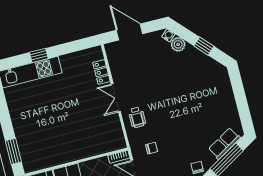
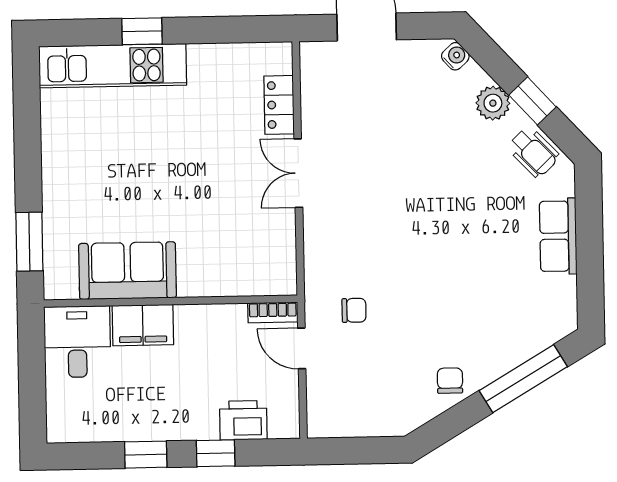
plant: (178, 44) -> (493, 103), moved
wheelchair: (137, 117) -> (533, 152), moved, turned -44
row of seats: (224, 144) -> (558, 236), moved, turned -59
sofa: (56, 154) -> (128, 271), added

